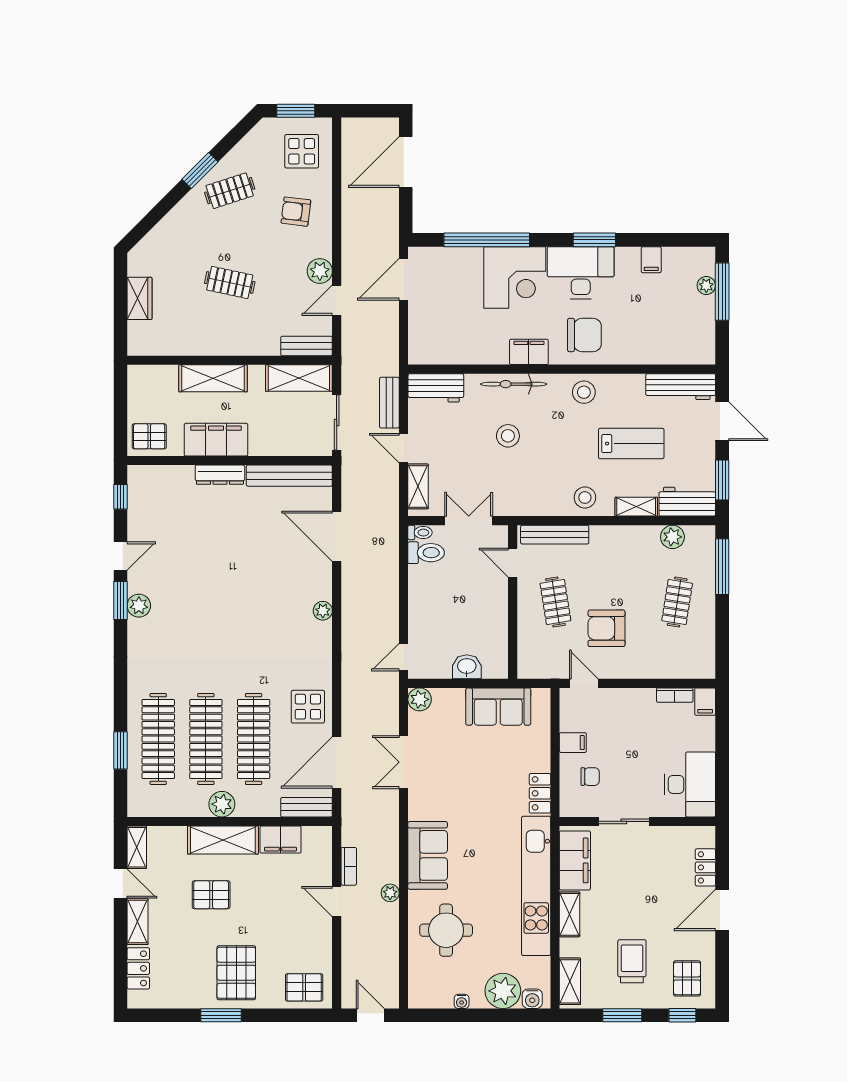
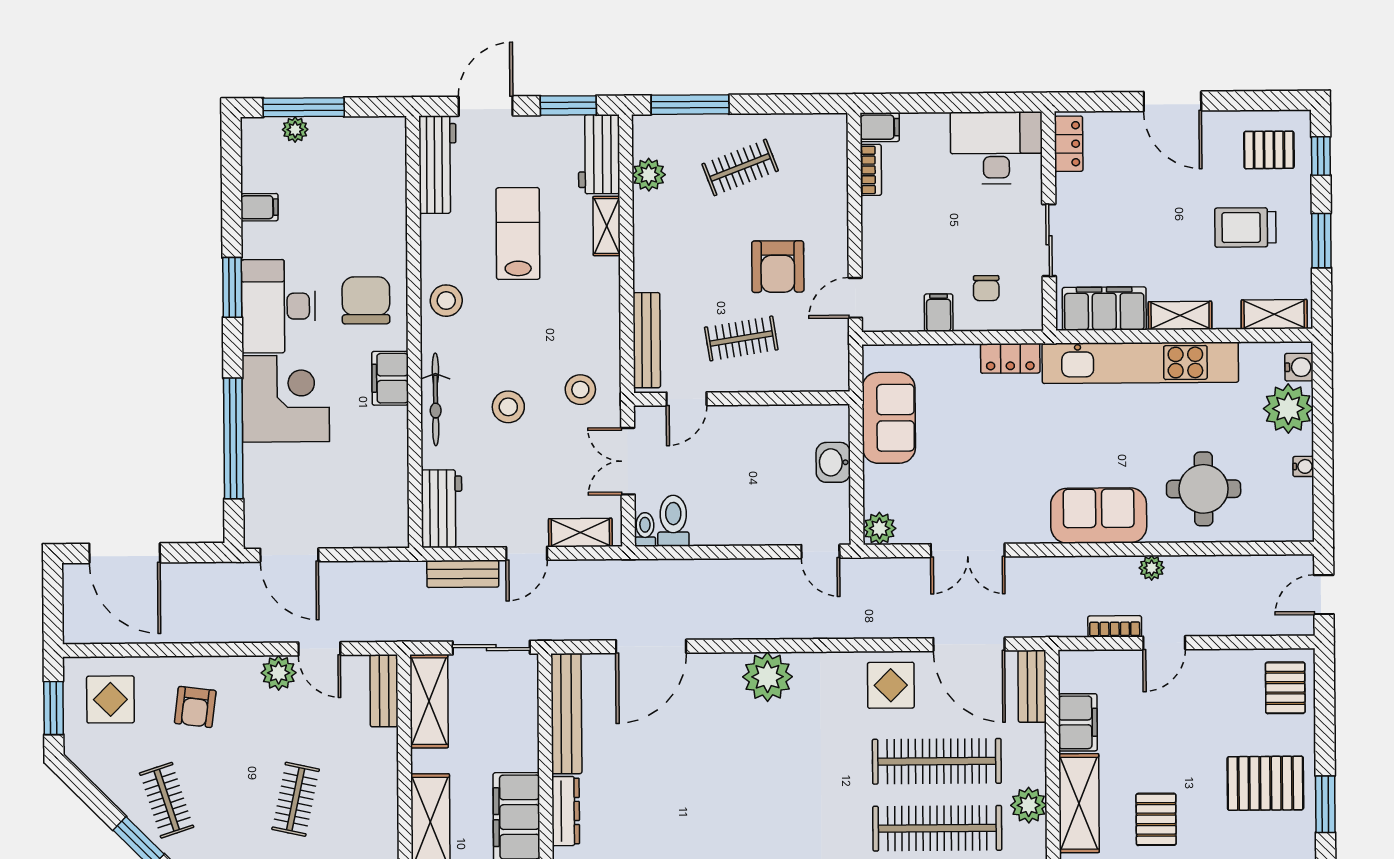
stool: (585, 498) -> (580, 390), moved
clothes rail: (677, 602) -> (740, 167), turned -30
plant: (323, 611) -> (767, 677), width x1.88, depth x1.88
chair: (590, 777) -> (986, 288), turned 180
locker: (705, 867) -> (1069, 144), moved, turned -90

